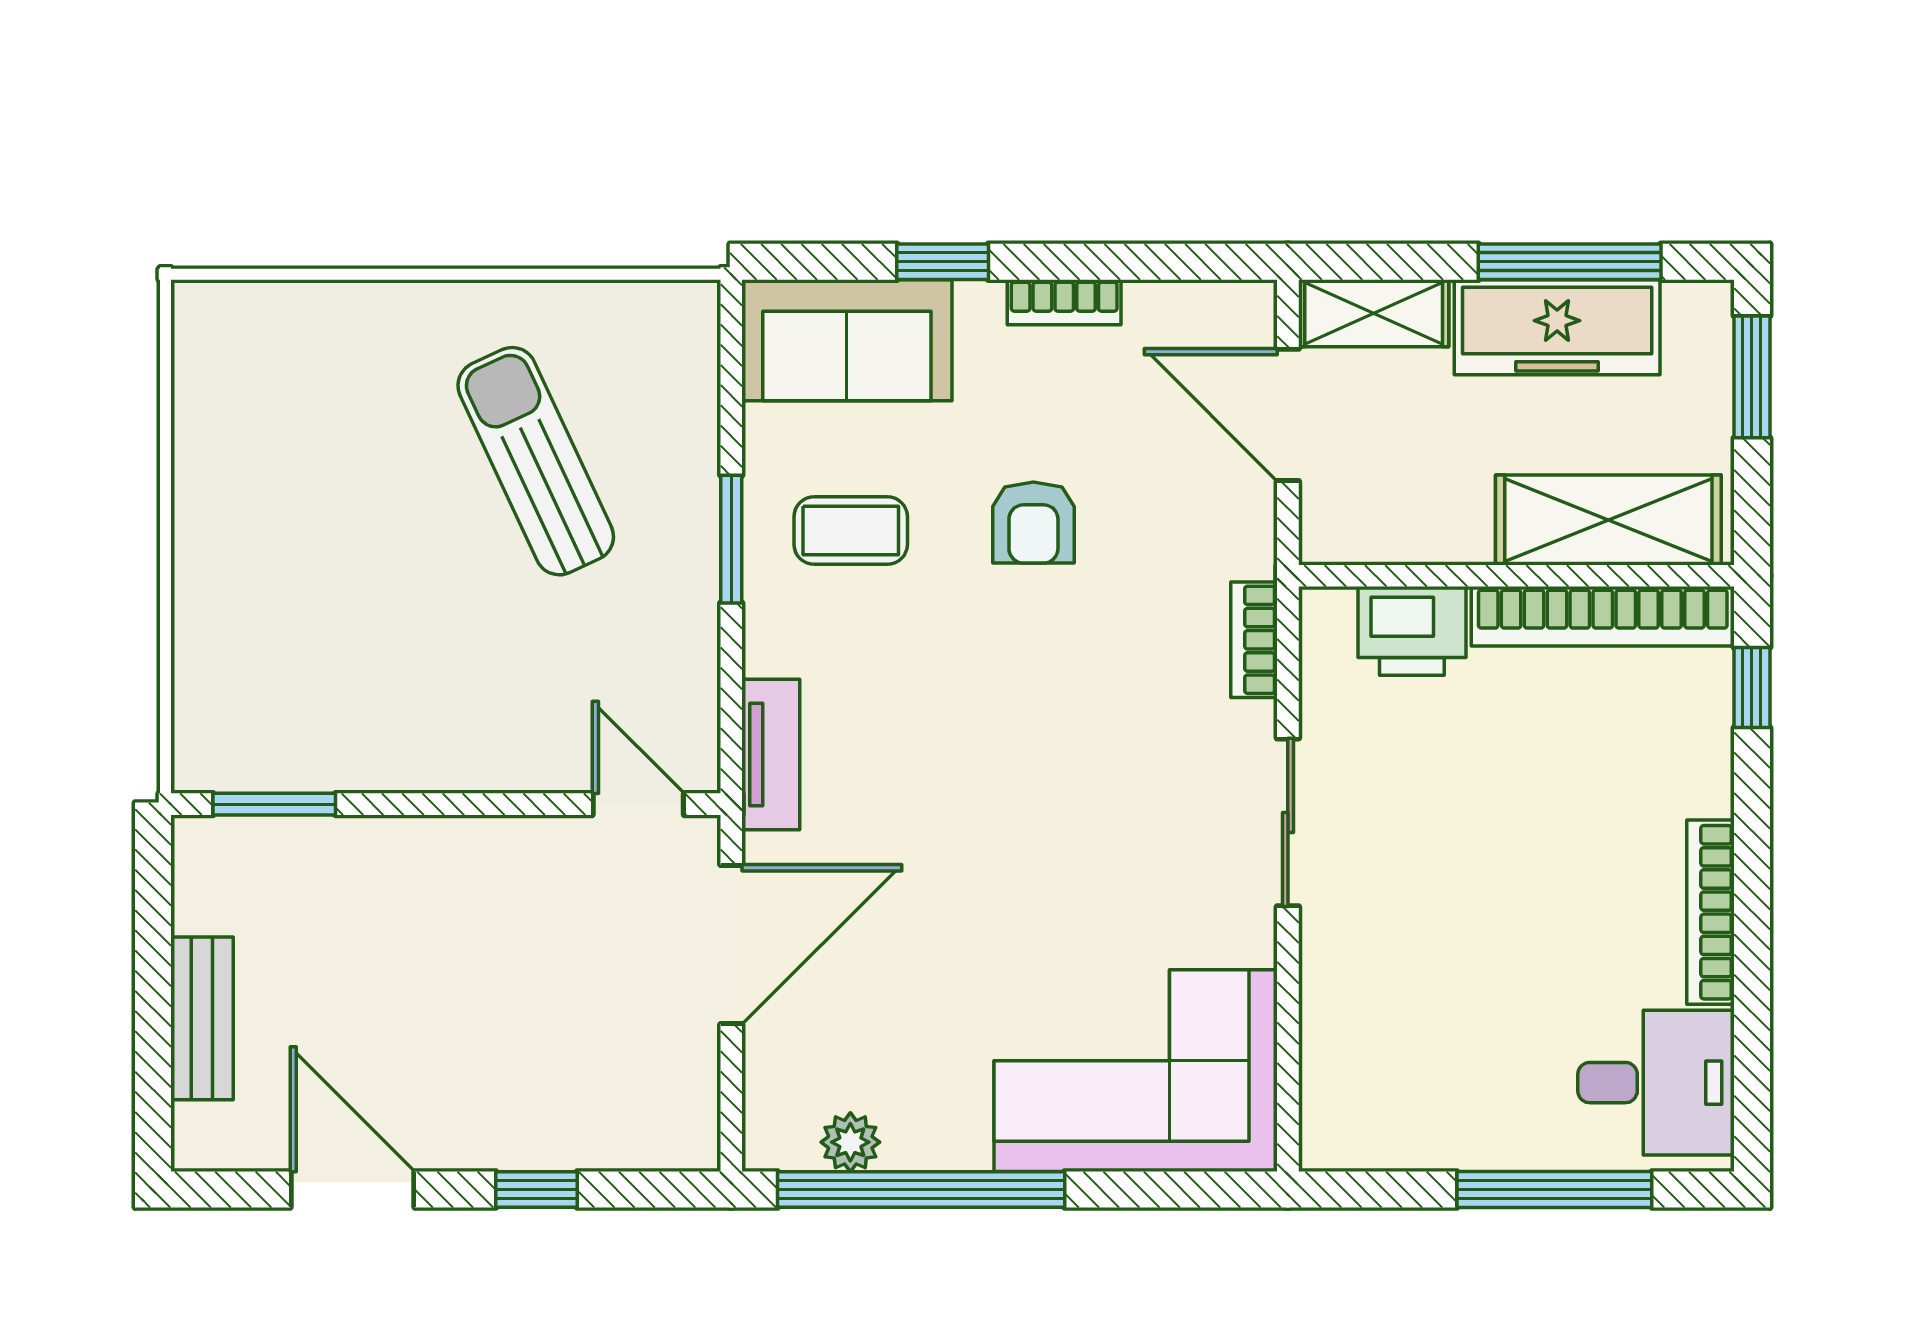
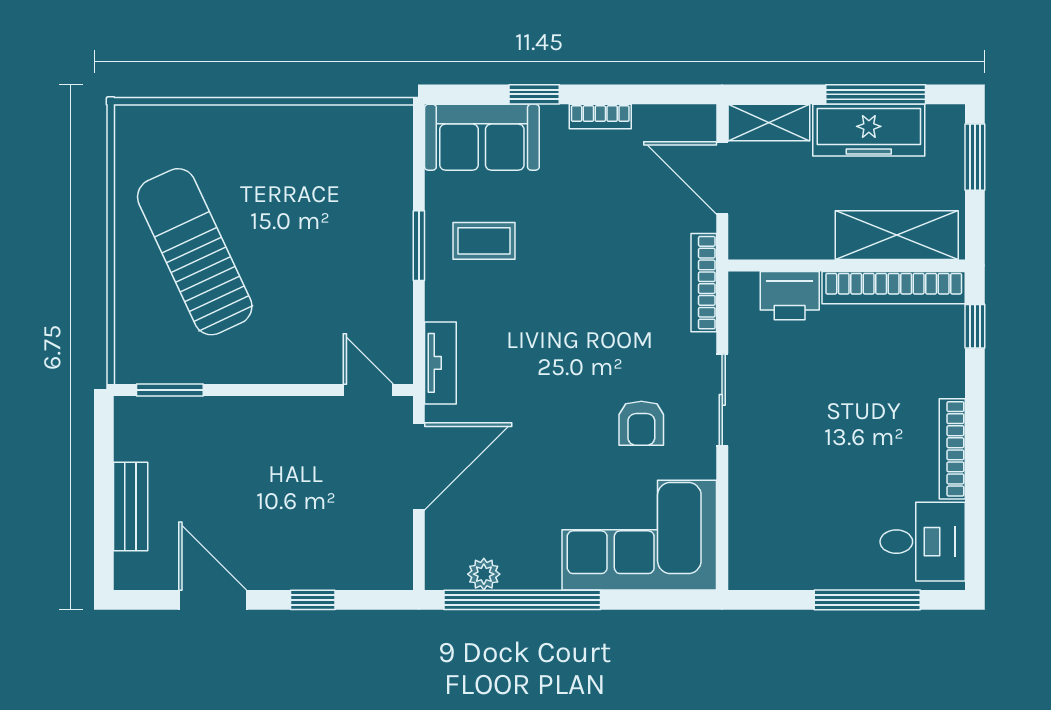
sun lounger: (536, 461) -> (195, 252), moved, width x1.36, depth x1.34
armchair: (1033, 523) -> (641, 423), moved
bookcase: (1254, 640) -> (704, 283), width x1.56

